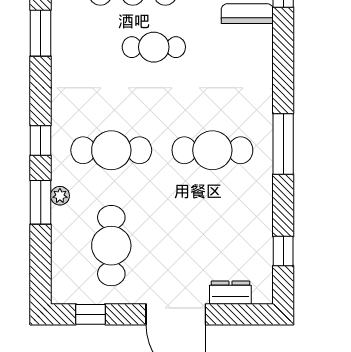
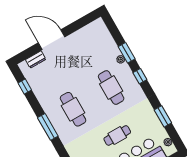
cafe table: (111, 150) -> (111, 88), turned 90
cafe table: (212, 150) -> (73, 109), turned 90
cafe table: (111, 246) -> (91, 52), removed
window: (90, 314) -> (84, 21), removed

